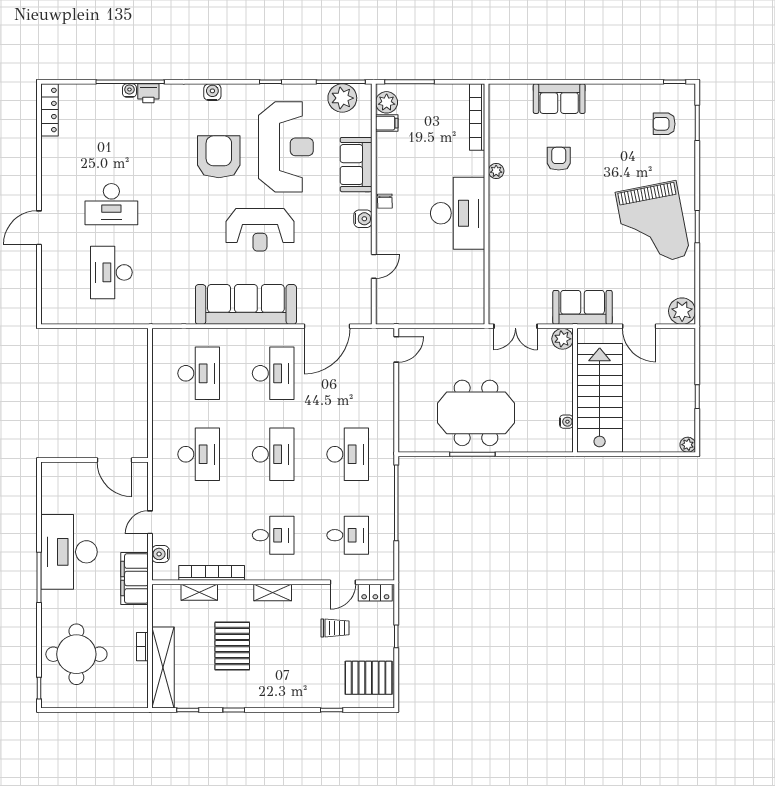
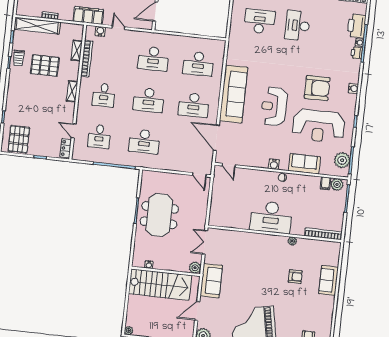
printer: (100, 99) -> (357, 26), added
door: (374, 266) -> (229, 165), moved
trolley: (335, 628) -> (19, 58), moved

